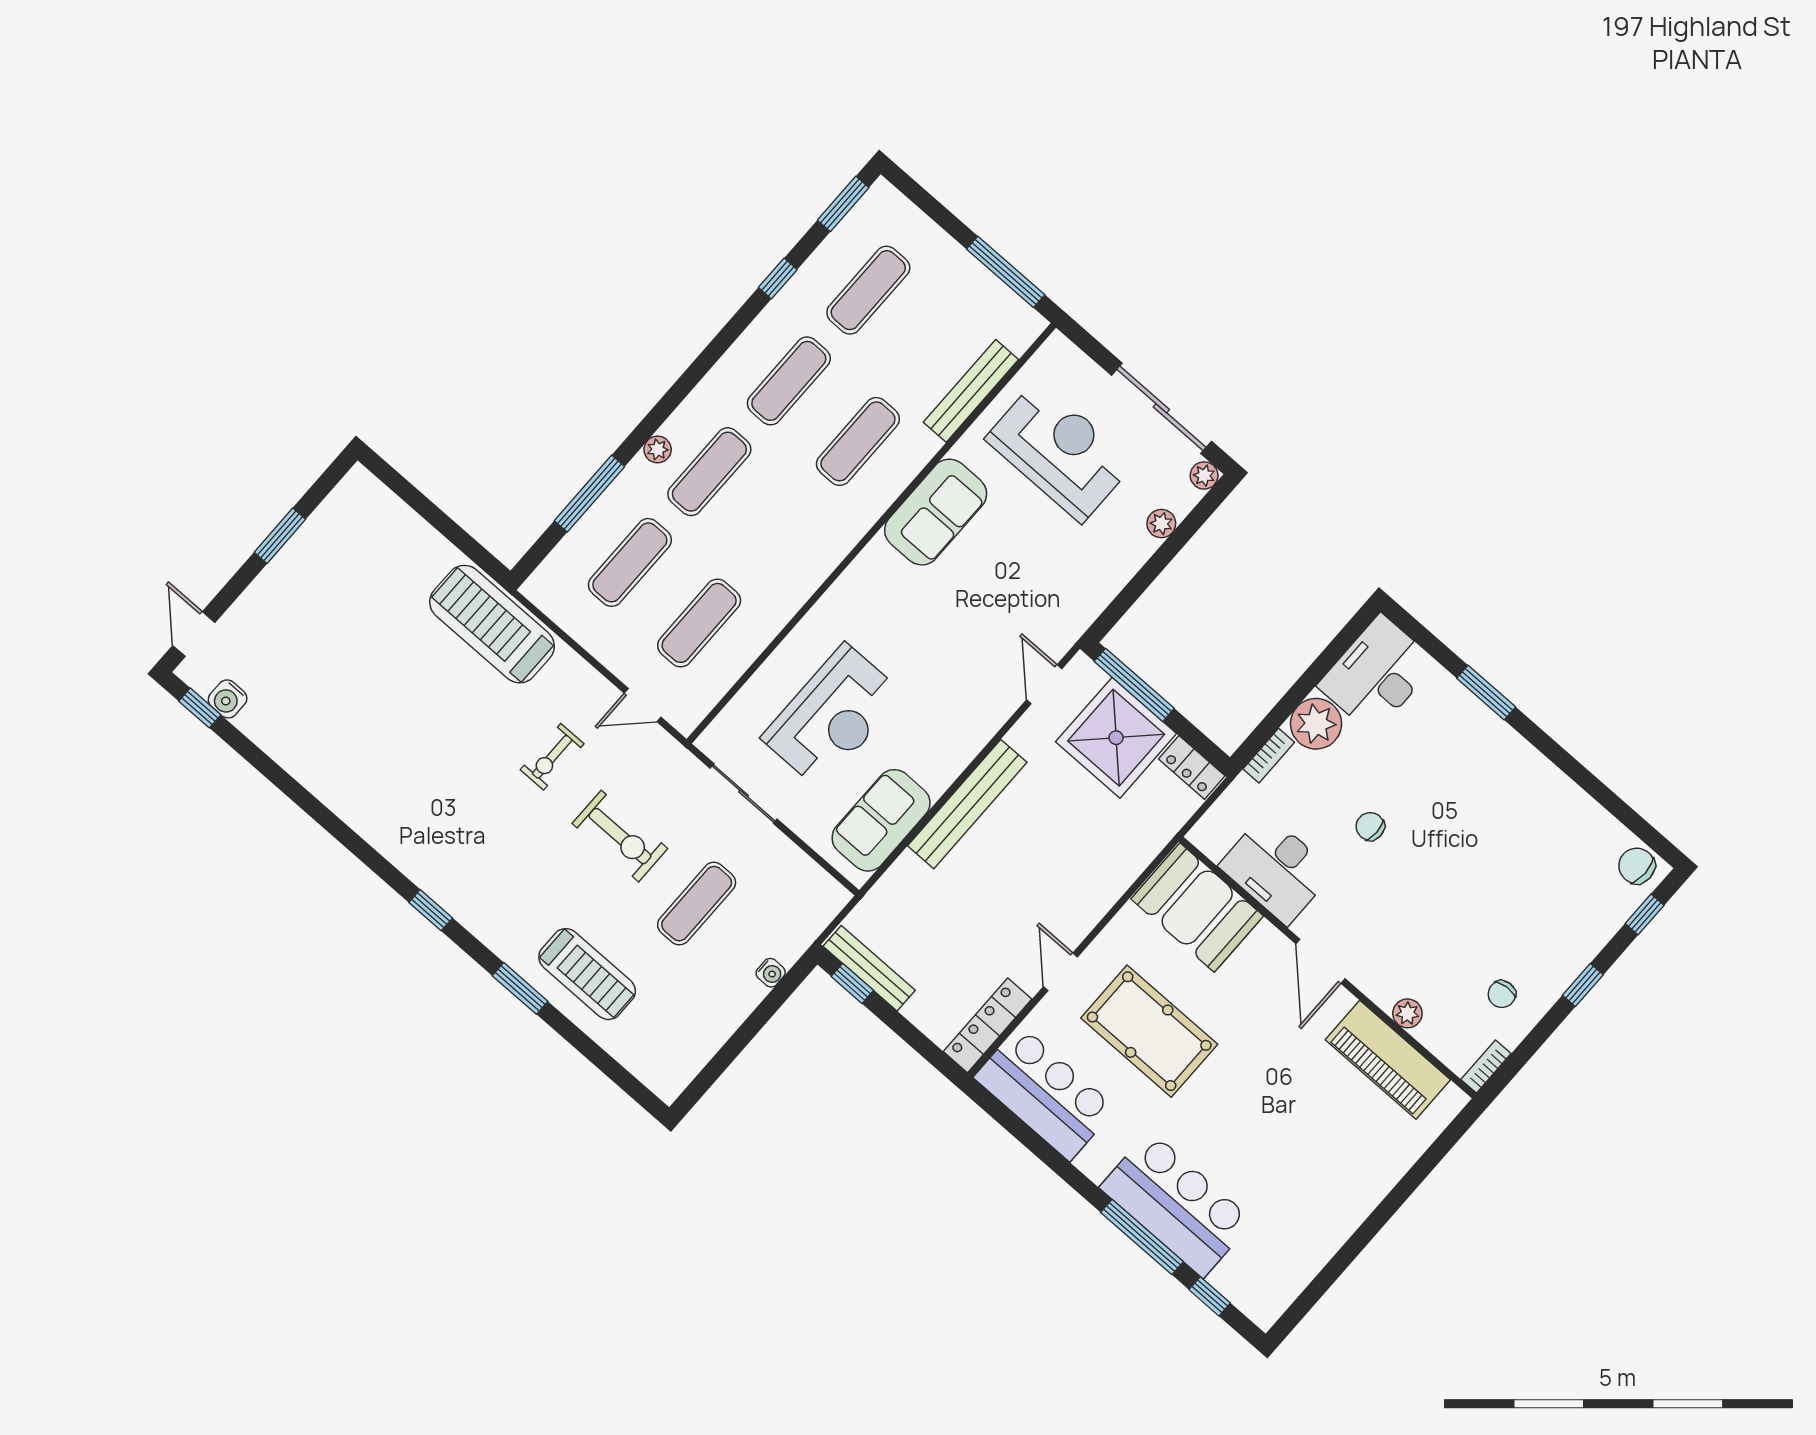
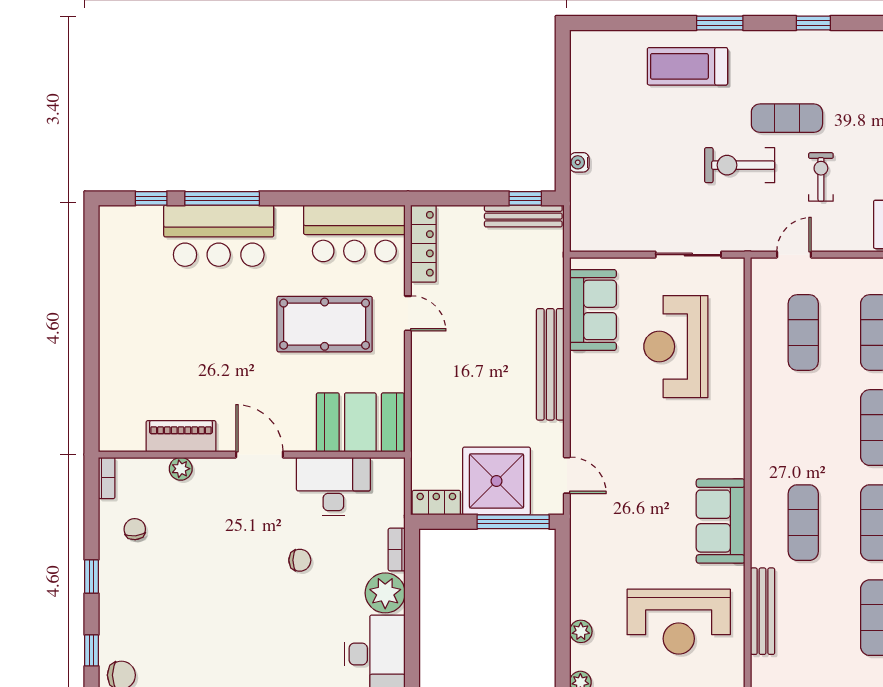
exercise mat: (697, 904) -> (787, 118), moved, turned 90
piano: (1388, 1060) -> (181, 436), width x0.73, depth x0.75

